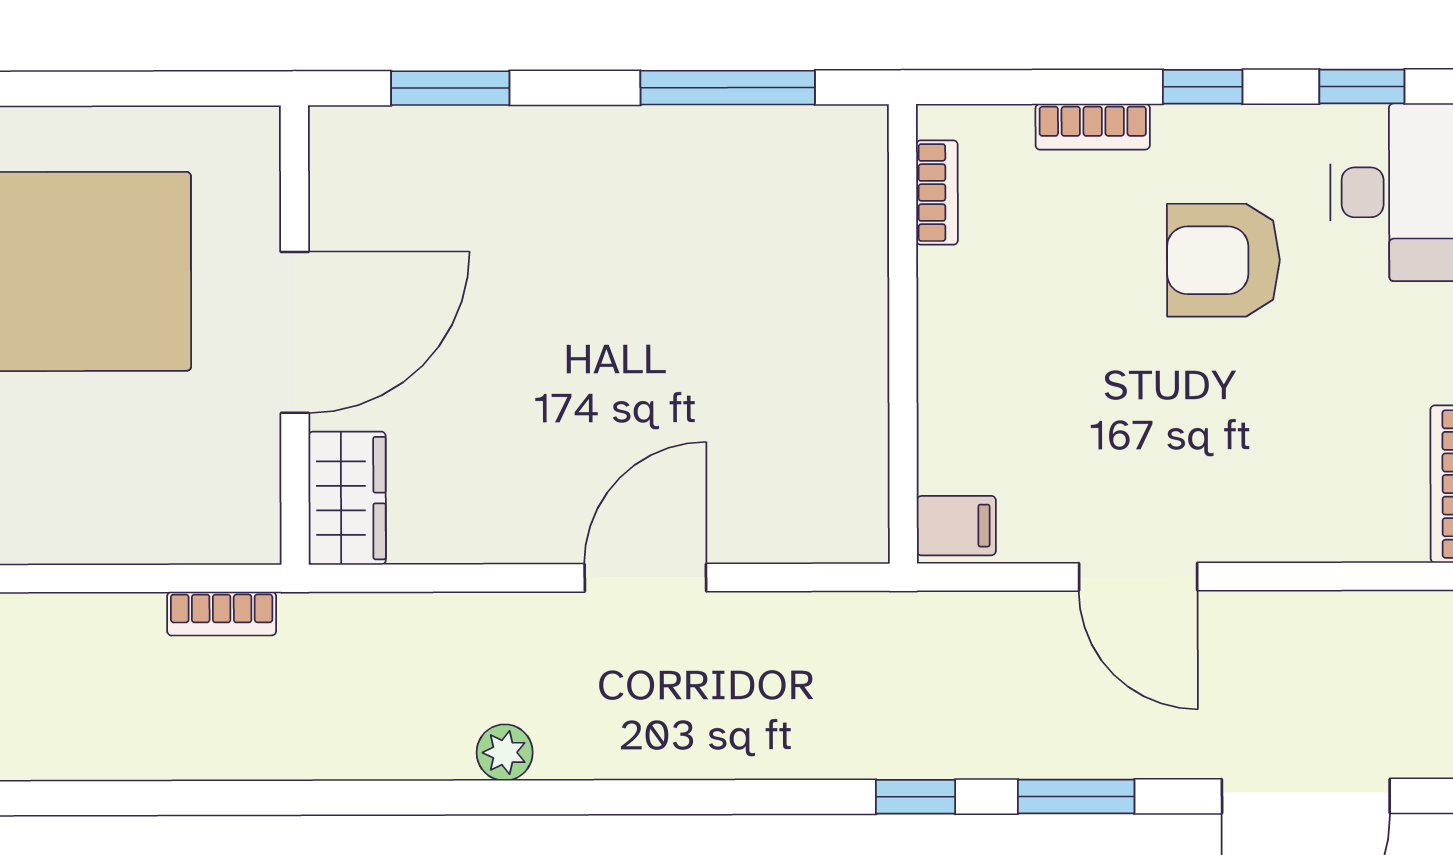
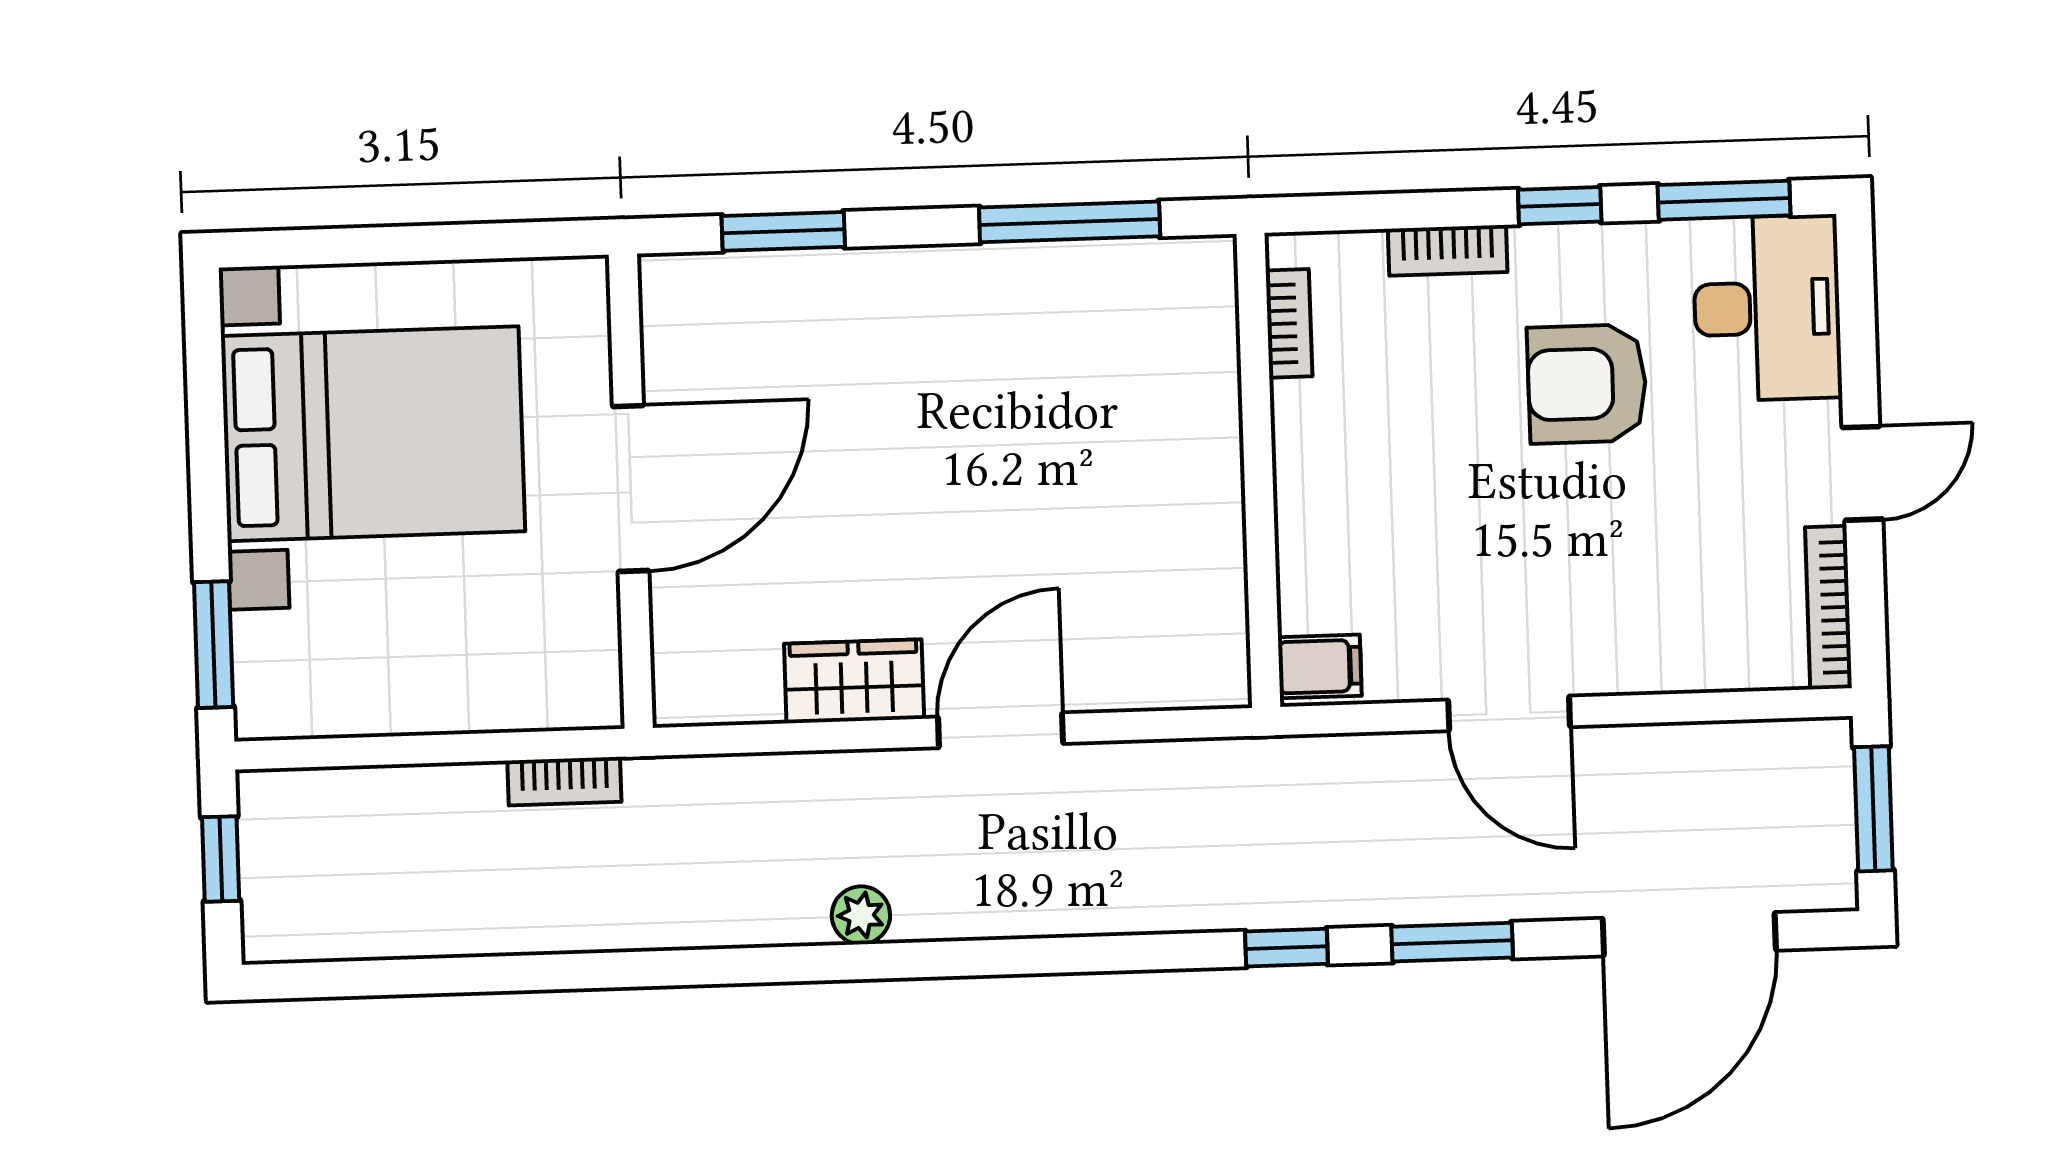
window: (1362, 87) -> (1724, 200), width x1.50
wardrobe: (347, 498) -> (854, 681), moved, turned -90

